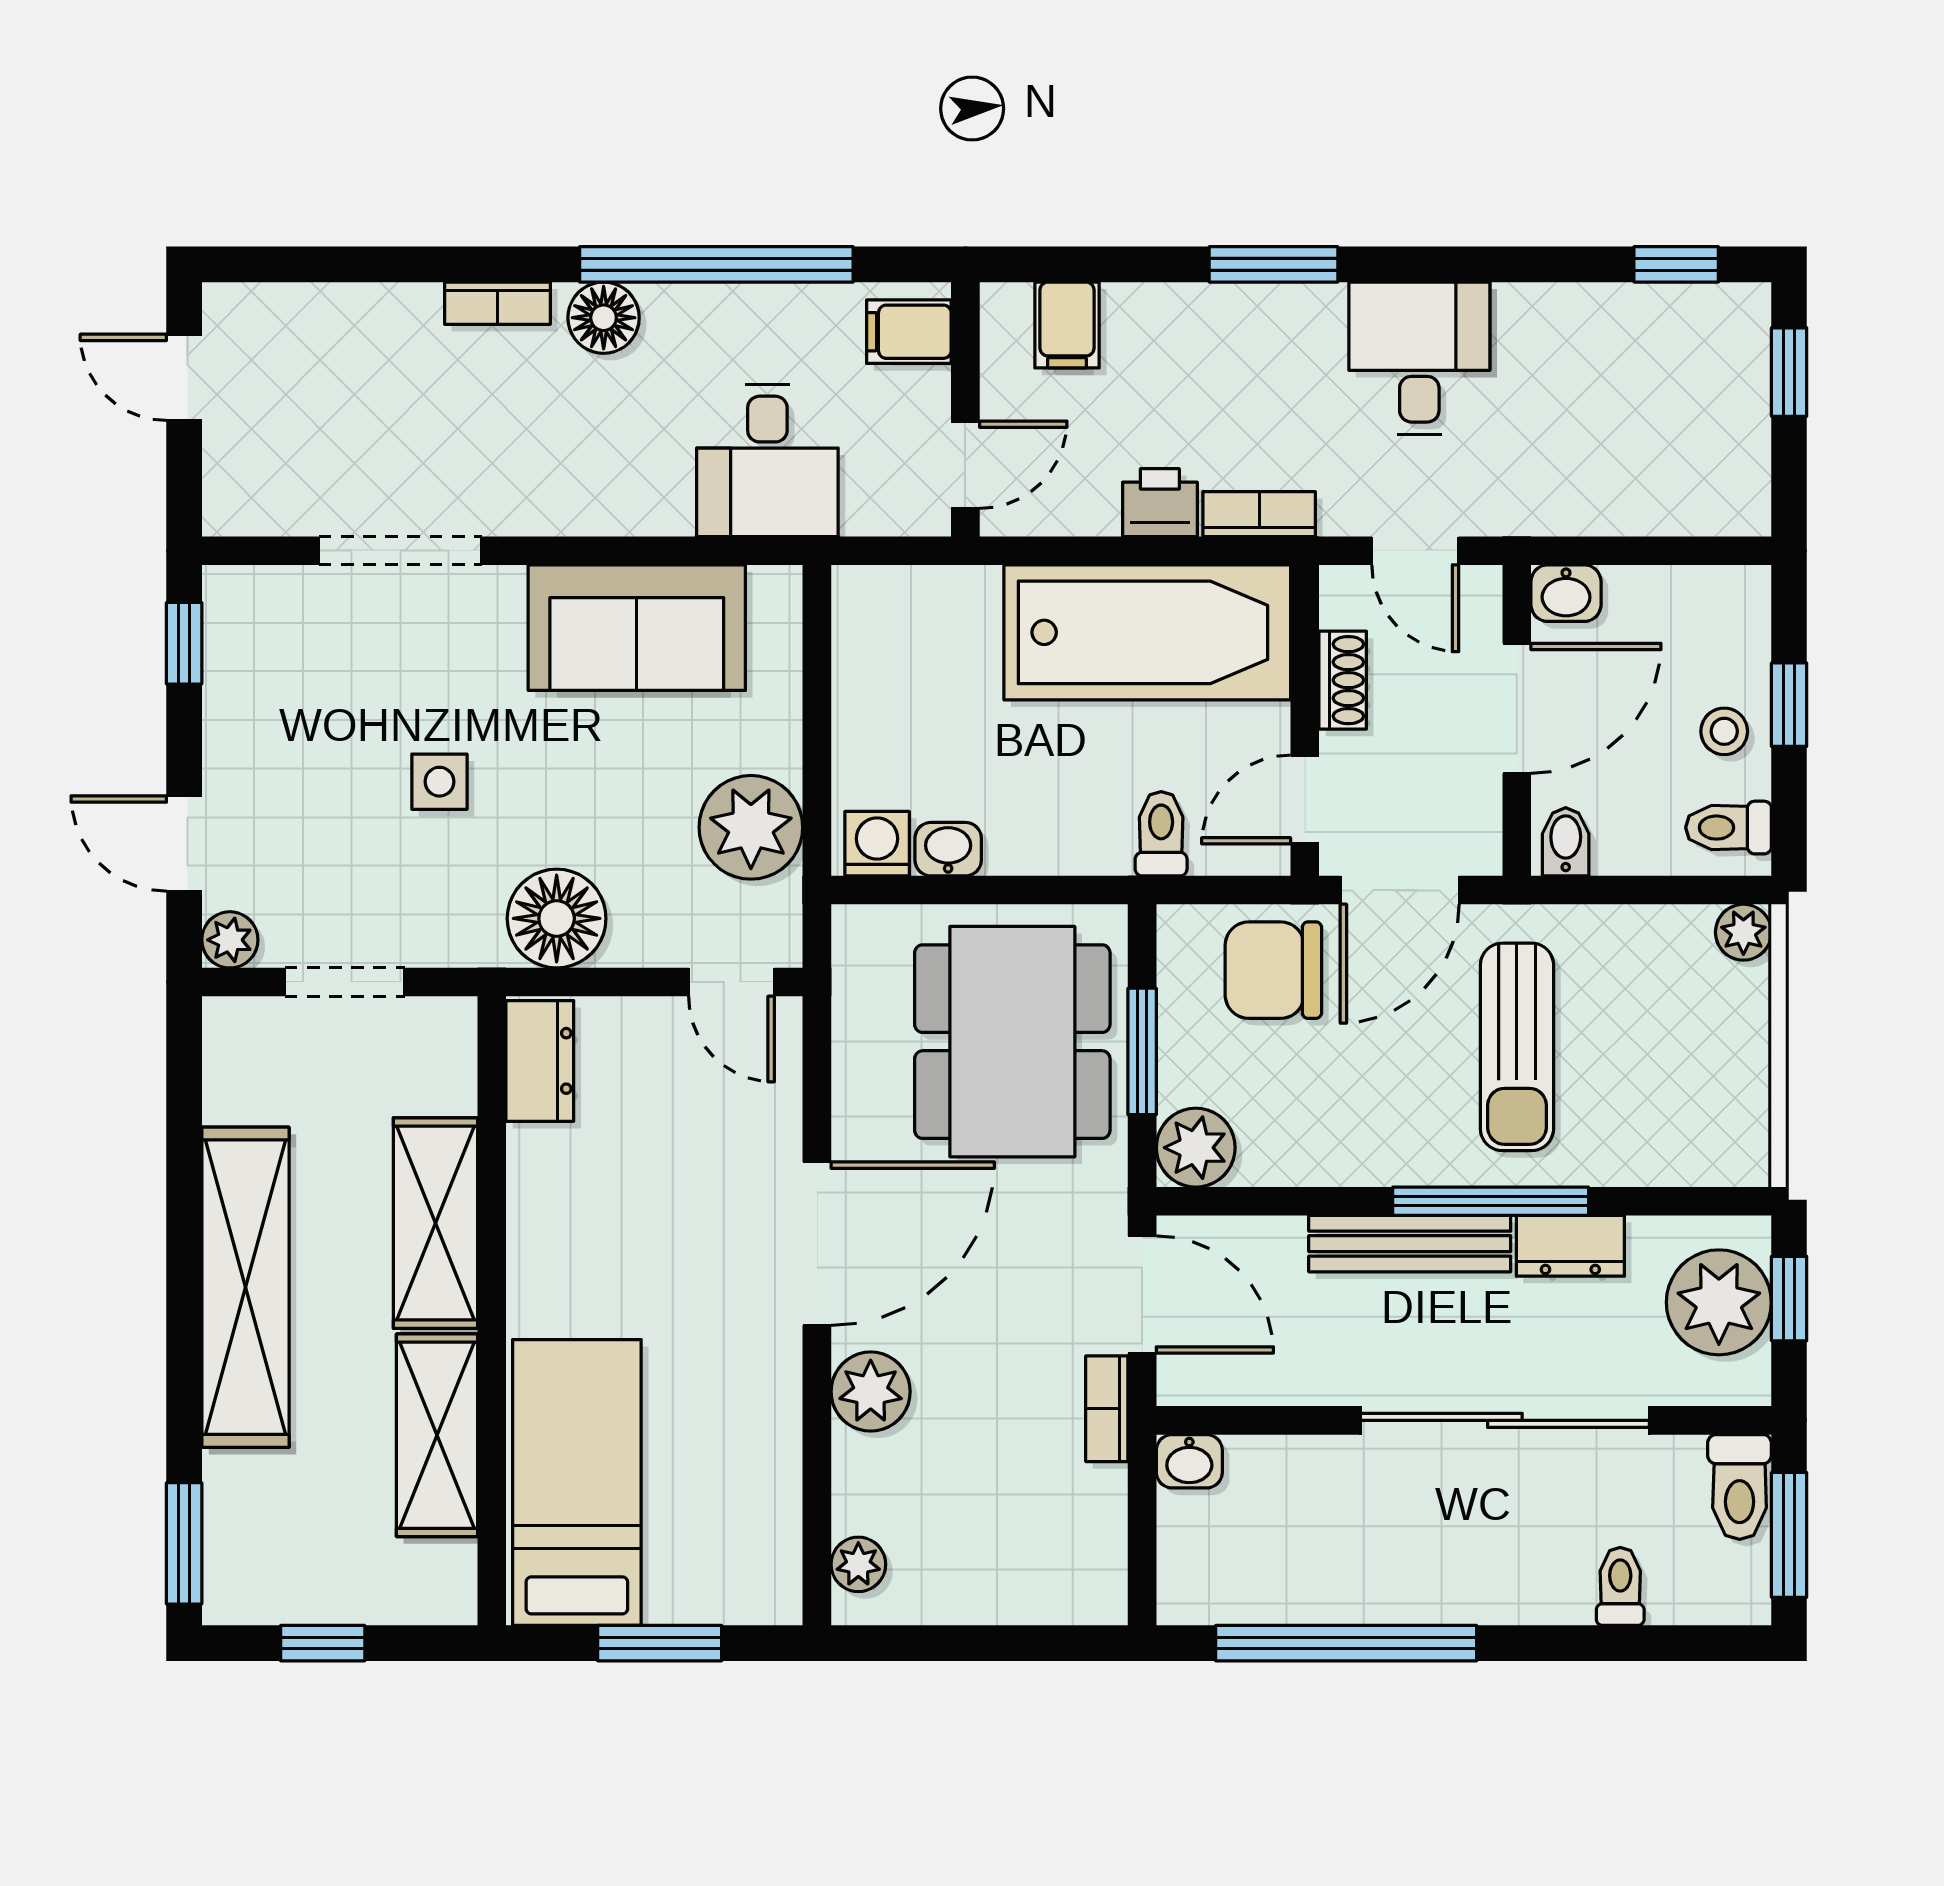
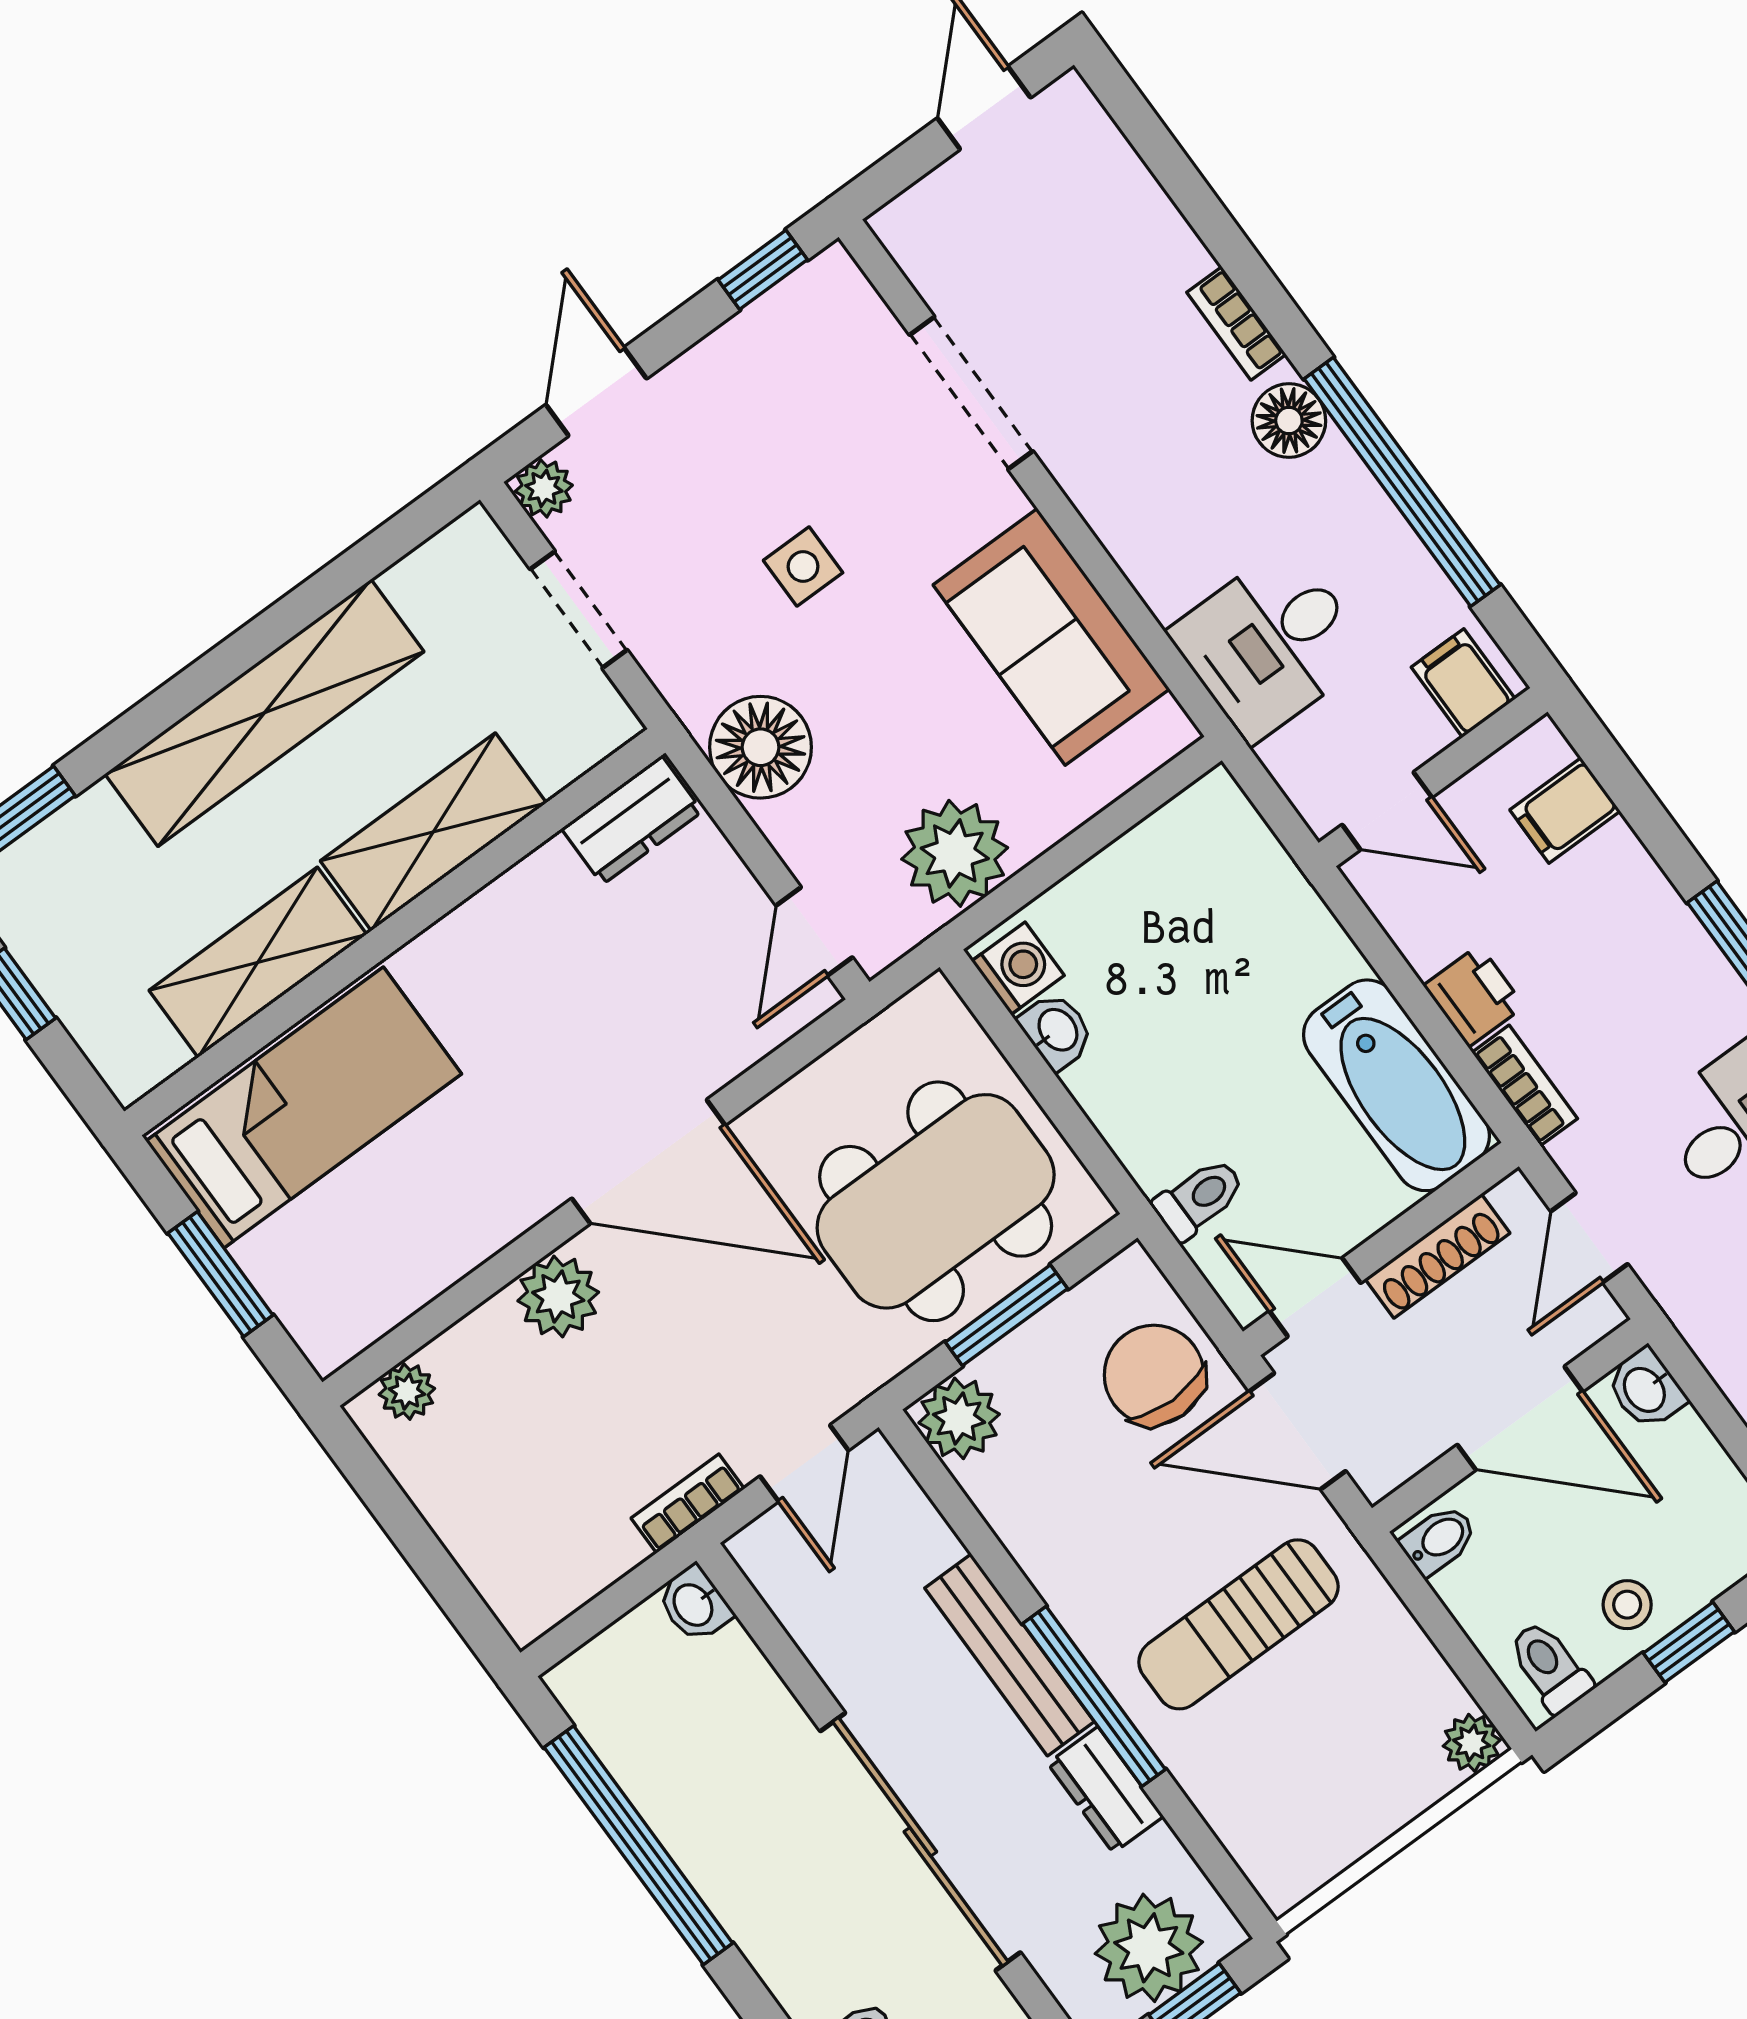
bathtub: (1147, 632) -> (1396, 1085), width x0.73, depth x0.73
shoe rack: (1343, 680) -> (1437, 1256), width x1.43
door: (1142, 1295) -> (804, 1463), width x0.73

